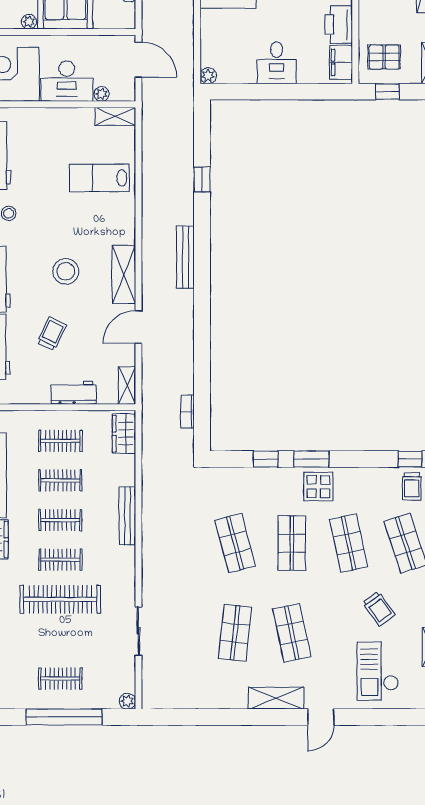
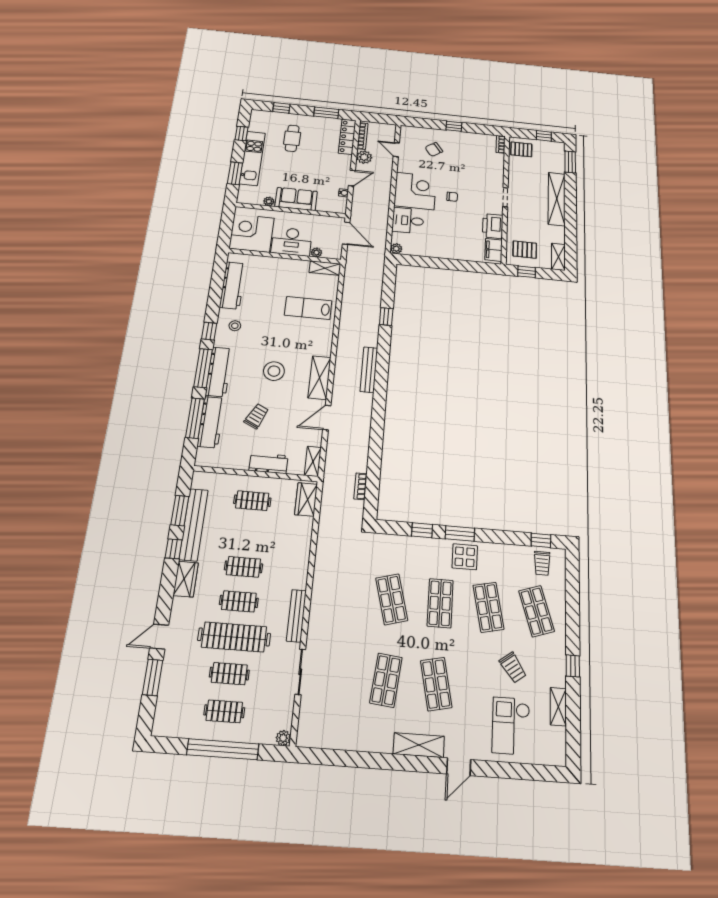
desk: (277, 63) -> (408, 221), moved, turned 90
clothes rail: (60, 480) -> (229, 674), moved
bench: (127, 516) -> (296, 616), moved

